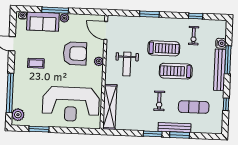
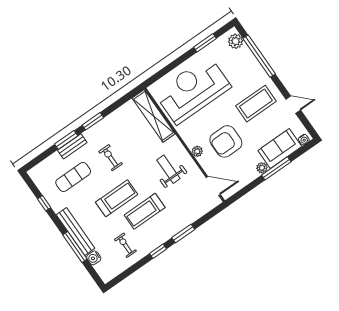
window: (196, 16) -> (158, 251), moved
coffee table: (36, 63) -> (256, 104), width x1.86, depth x1.72
bench: (174, 128) -> (72, 146), width x0.73

